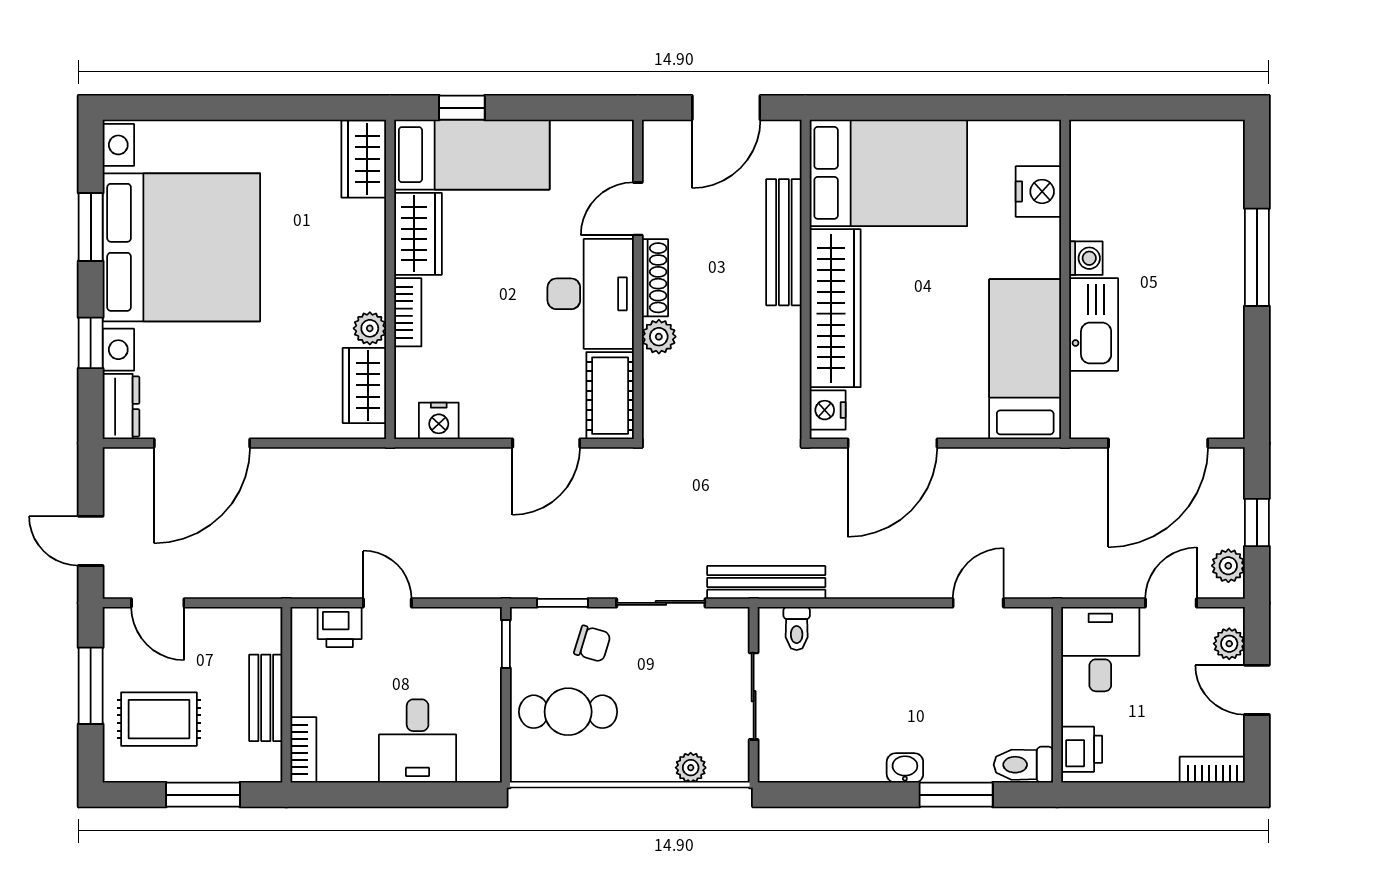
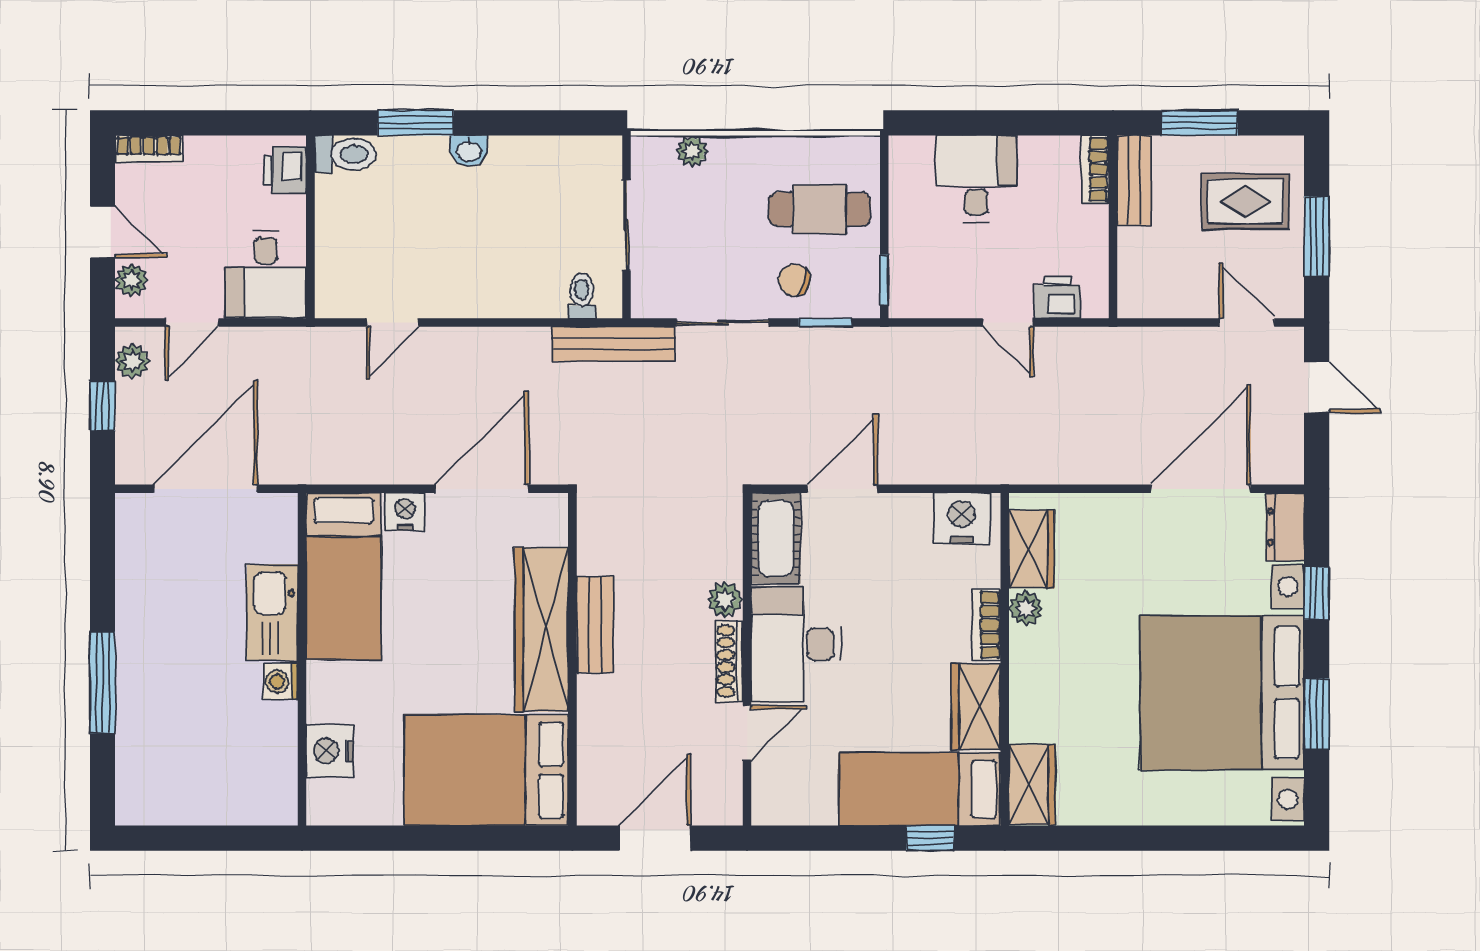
bench: (784, 242) -> (595, 625), moved, width x0.73
nightstand: (828, 410) -> (405, 512), moved, turned -90
nightstand: (439, 421) -> (962, 518), width x1.36, depth x1.33
bench: (266, 698) -> (1134, 180), moved

